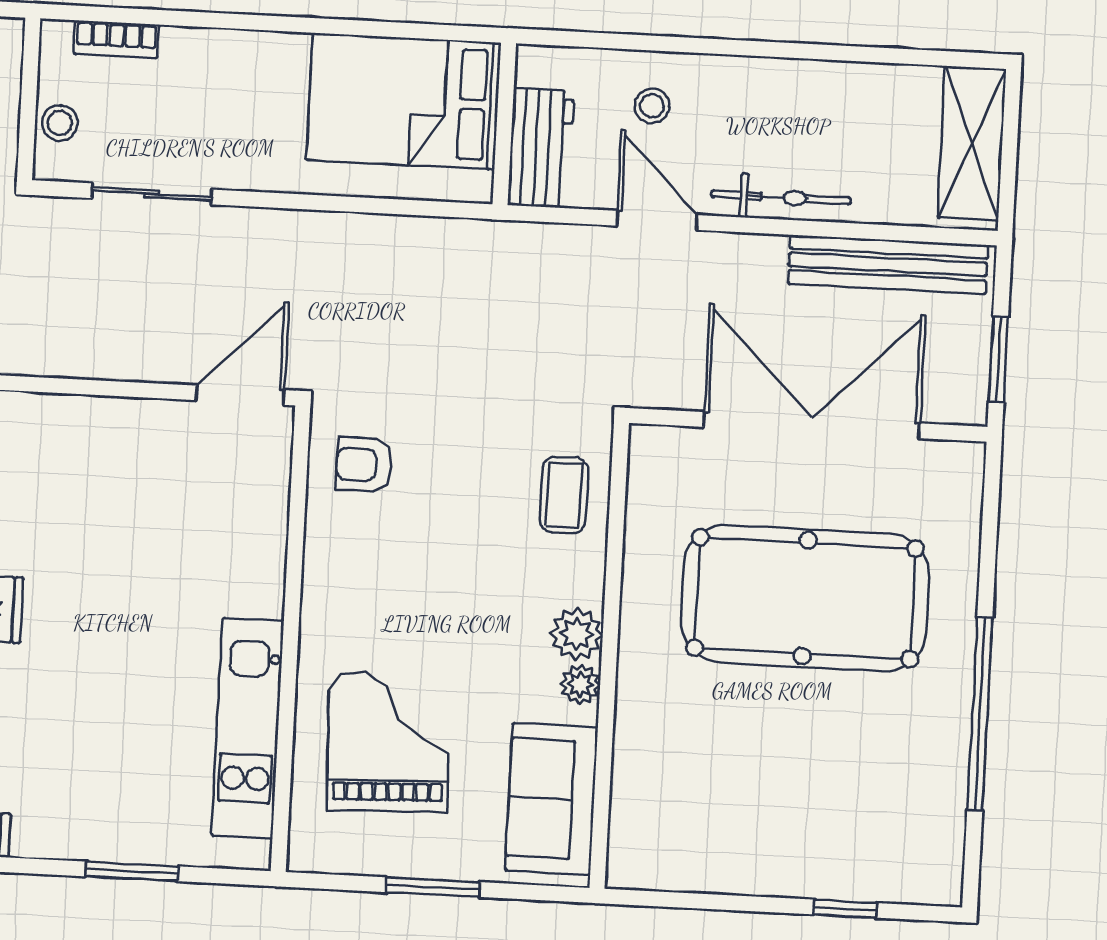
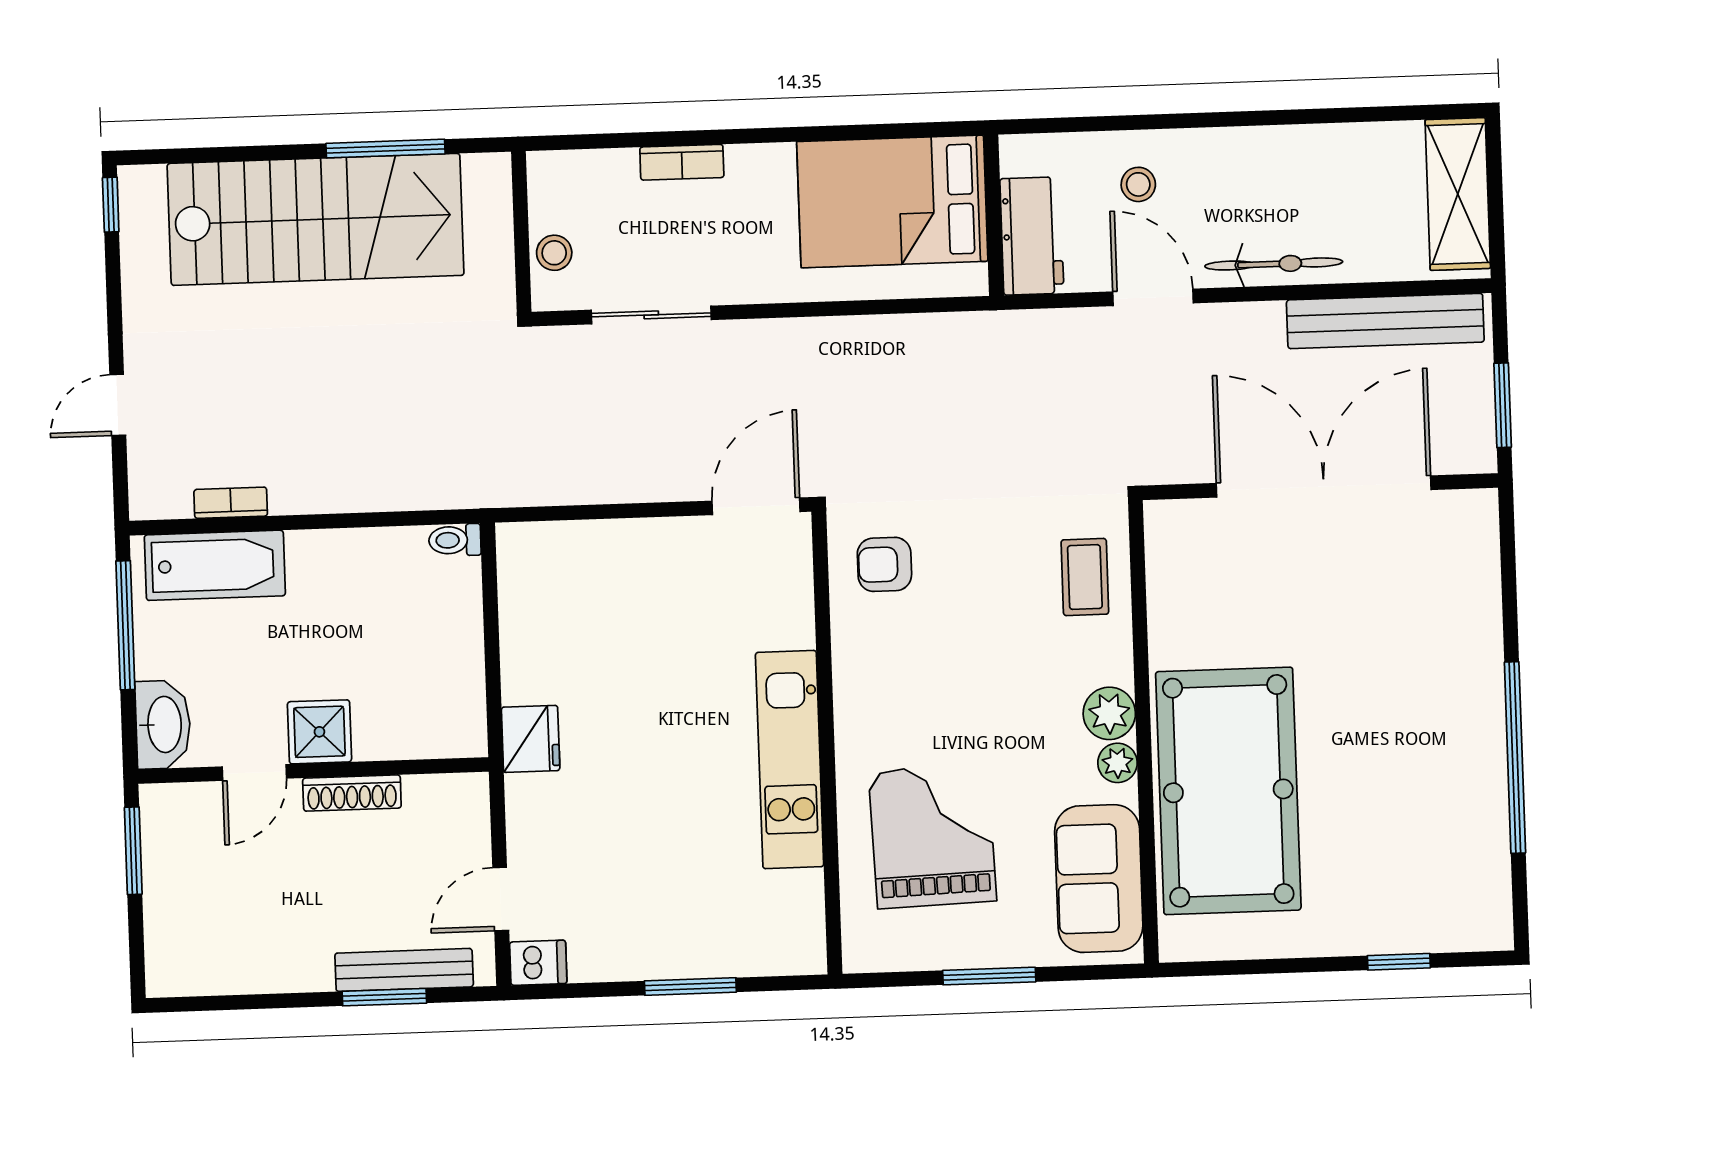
bookcase: (116, 39) -> (682, 162), moved
pool table: (805, 598) -> (1228, 791), moved, turned 90
kitchen unit: (248, 728) -> (790, 760), moved

